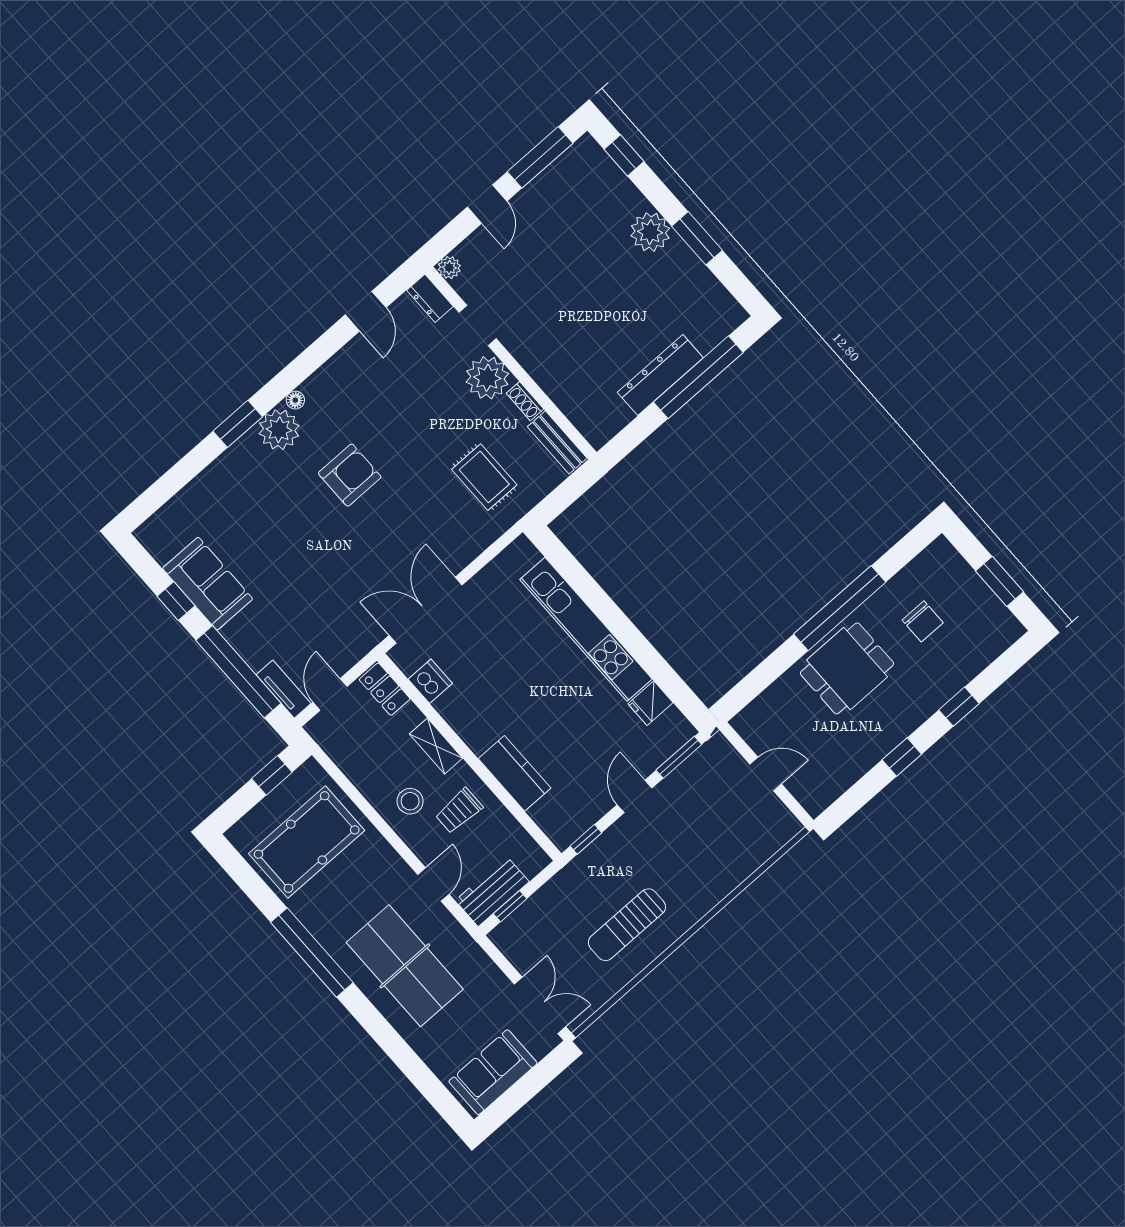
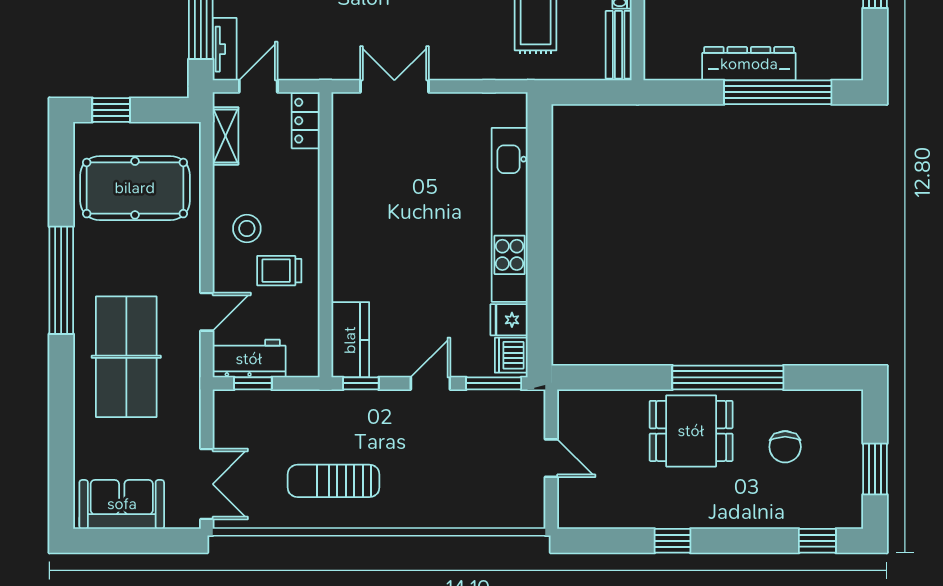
double door: (426, 610) -> (394, 86), width x0.73
dishwasher: (430, 681) -> (511, 355), moved, turned 180
window: (959, 707) -> (817, 541), moved
shelving: (436, 746) -> (226, 136), moved
kitchen counter: (515, 773) -> (350, 340), moved
window: (272, 775) -> (111, 110), moved

